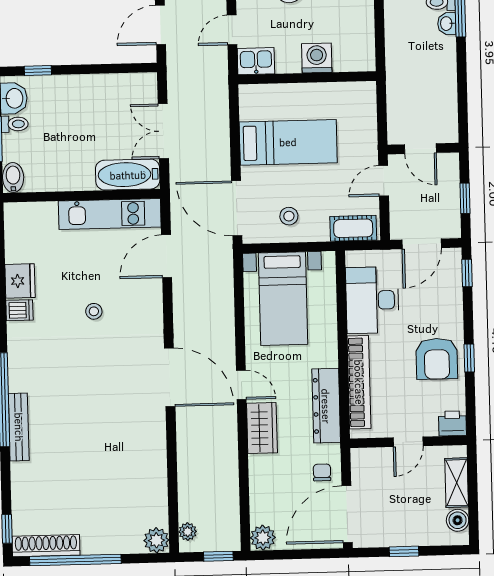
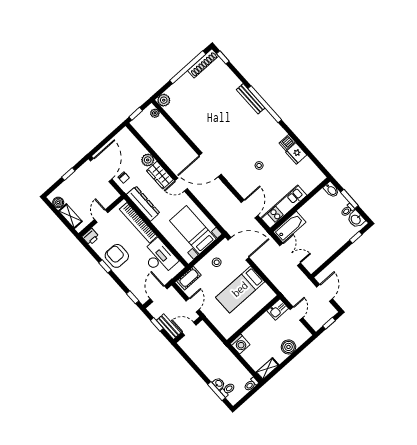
washing machine: (317, 58) -> (240, 344), moved
bench: (450, 179) -> (169, 327), added
plant: (263, 538) -> (148, 160), moved

